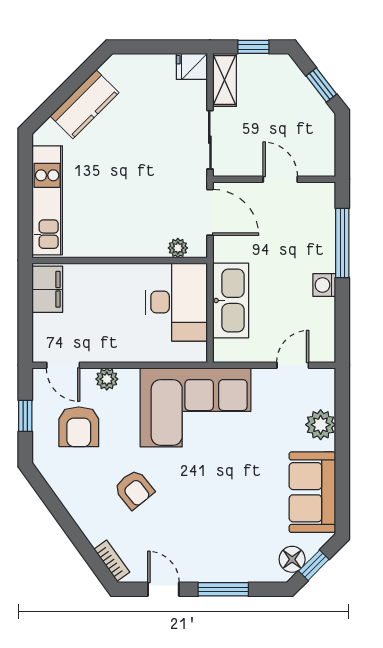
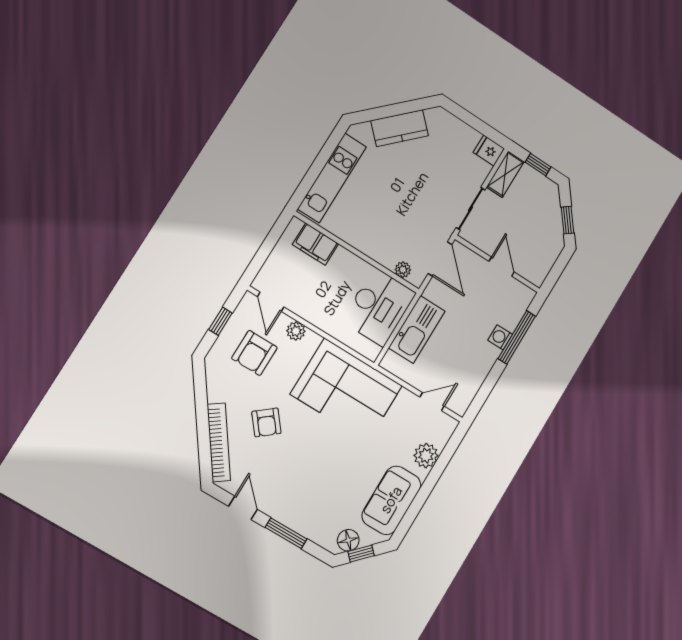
washing machine: (324, 285) -> (500, 337), moved
filing cabinet: (47, 289) -> (315, 244), moved, turned 90
bookcase: (112, 561) -> (219, 442), width x2.31, depth x1.31

